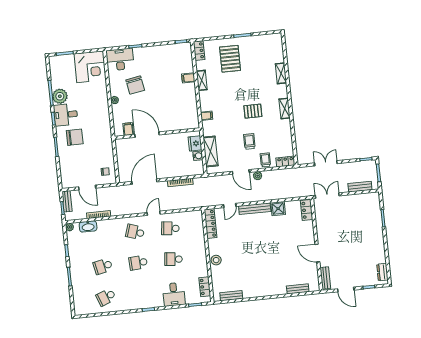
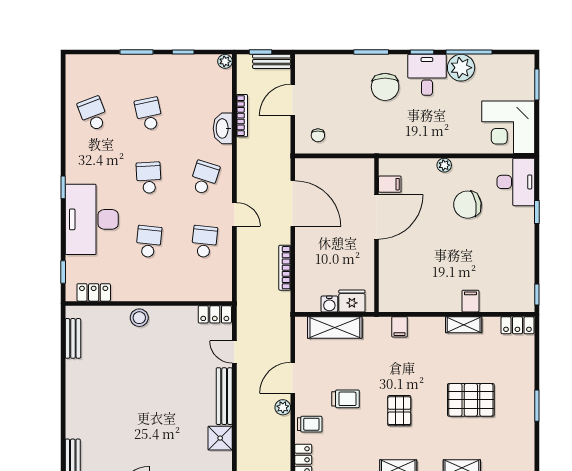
pallet: (230, 59) -> (471, 400), moved
locker: (211, 224) -> (215, 314), width x0.66
washbasin: (88, 226) -> (223, 128), moved
desk: (174, 294) -> (92, 219), width x1.87, depth x1.30

